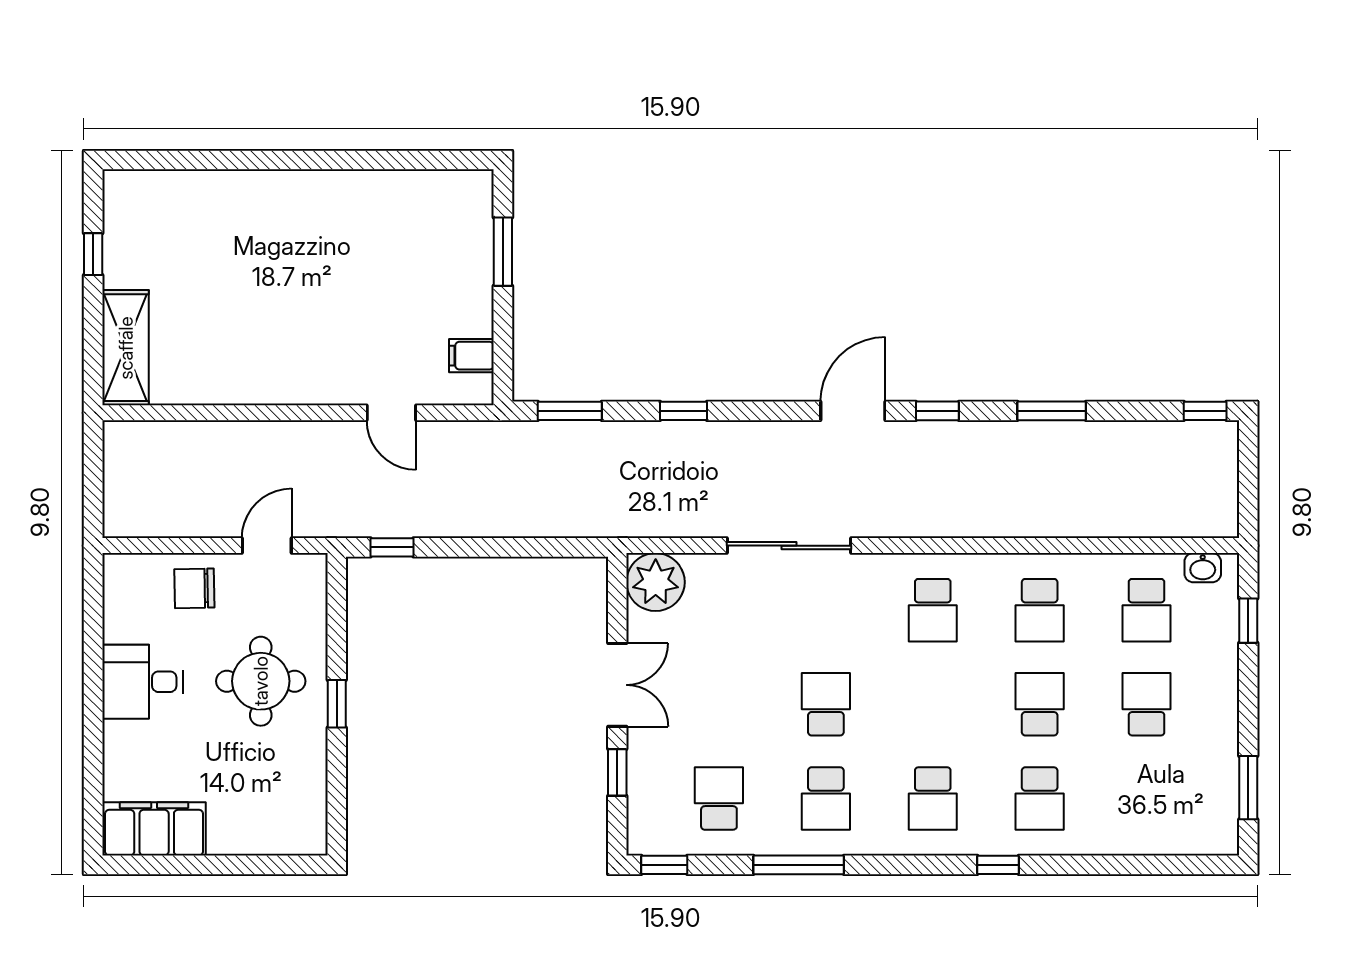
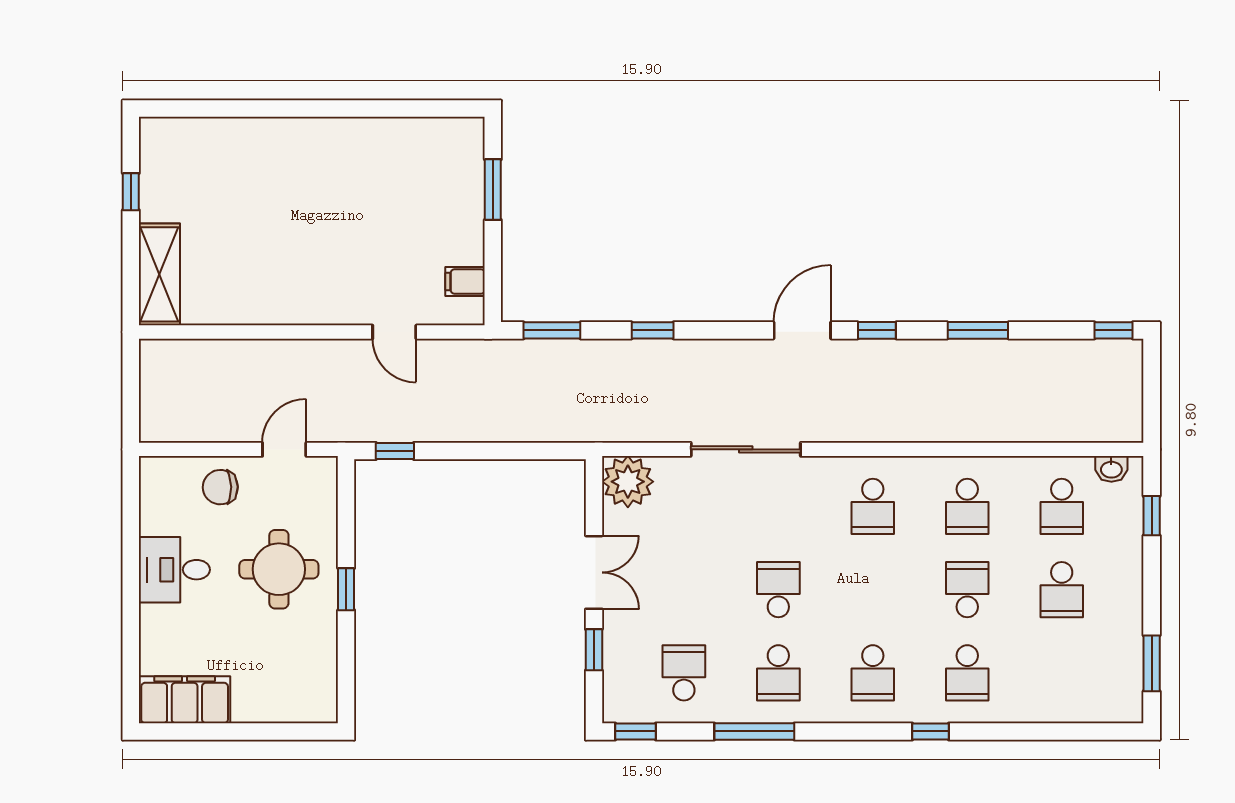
school desk: (1147, 704) -> (1062, 590), turned 180

